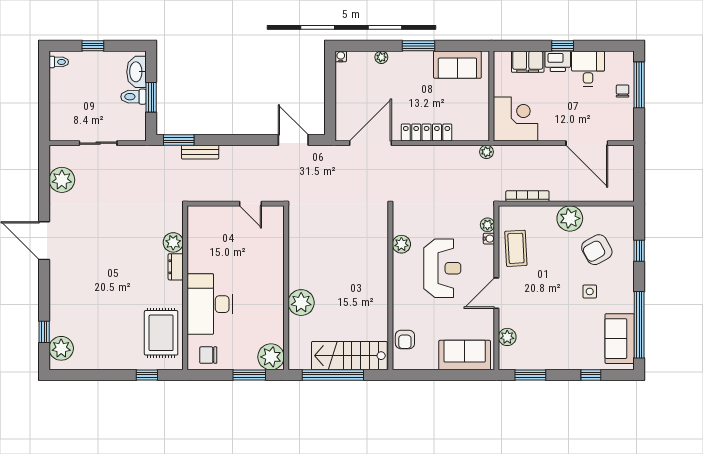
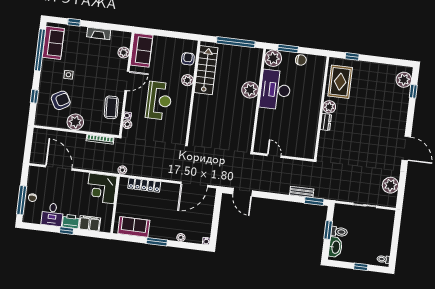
locker: (427, 132) -> (144, 185), moved
plant: (173, 242) -> (329, 107), moved
plant: (401, 244) -> (187, 80), moved
reception desk: (442, 268) -> (159, 101), turned 180
desk: (210, 304) -> (275, 90), moved, turned 180
chair: (208, 355) -> (301, 60), moved
sofa: (465, 355) -> (141, 50), moved, turned -90
stairs: (349, 356) -> (206, 70), moved, turned -90
fireplace: (550, 362) -> (99, 33), added
window: (530, 375) -> (112, 27), removed

